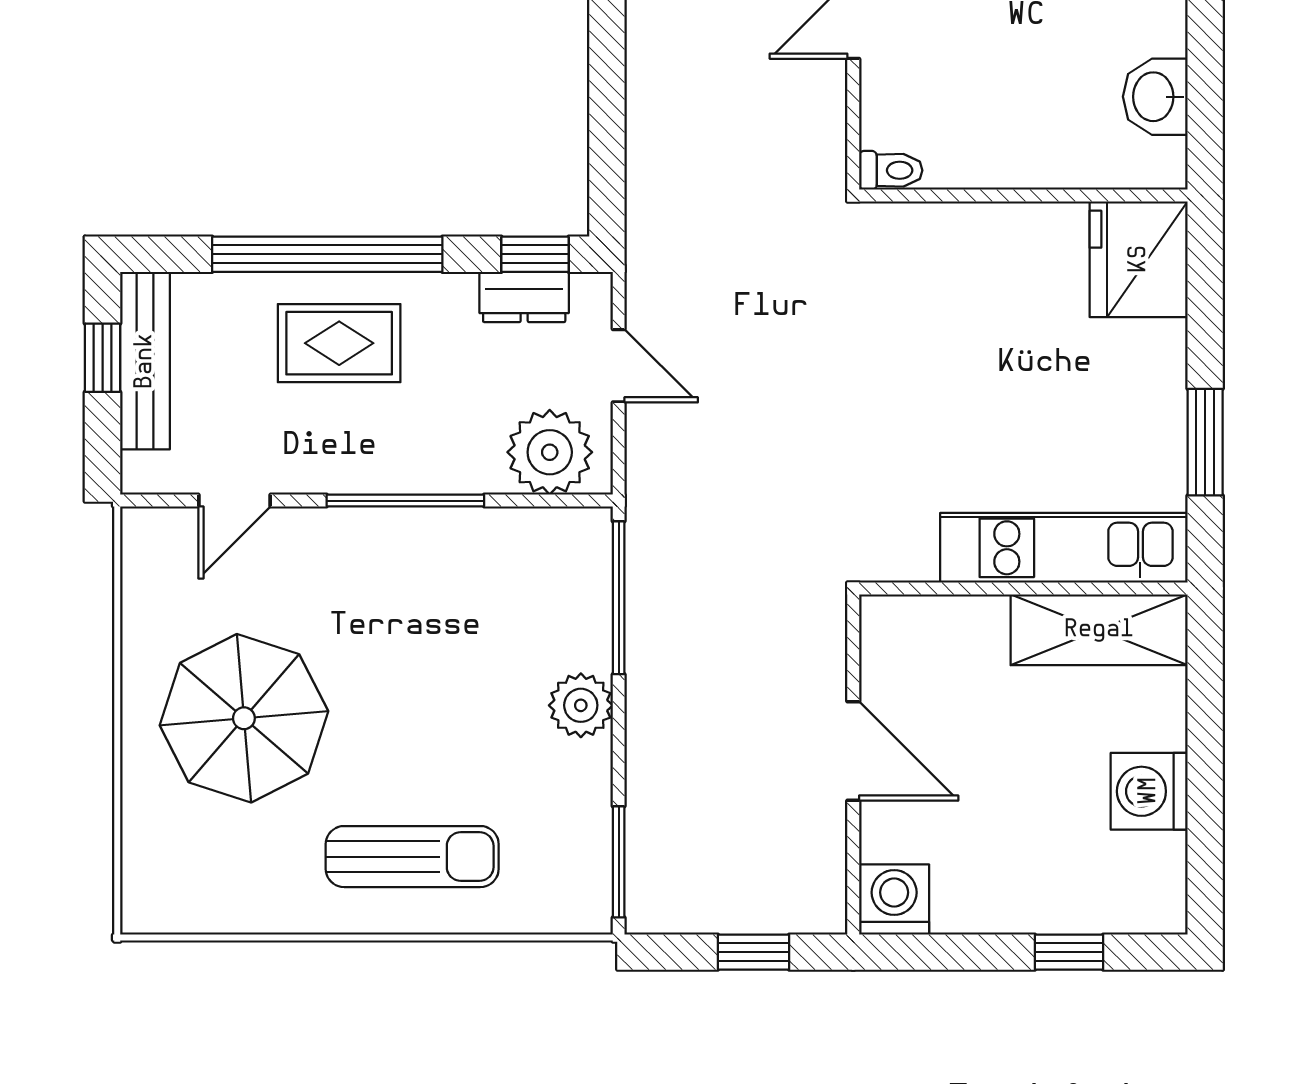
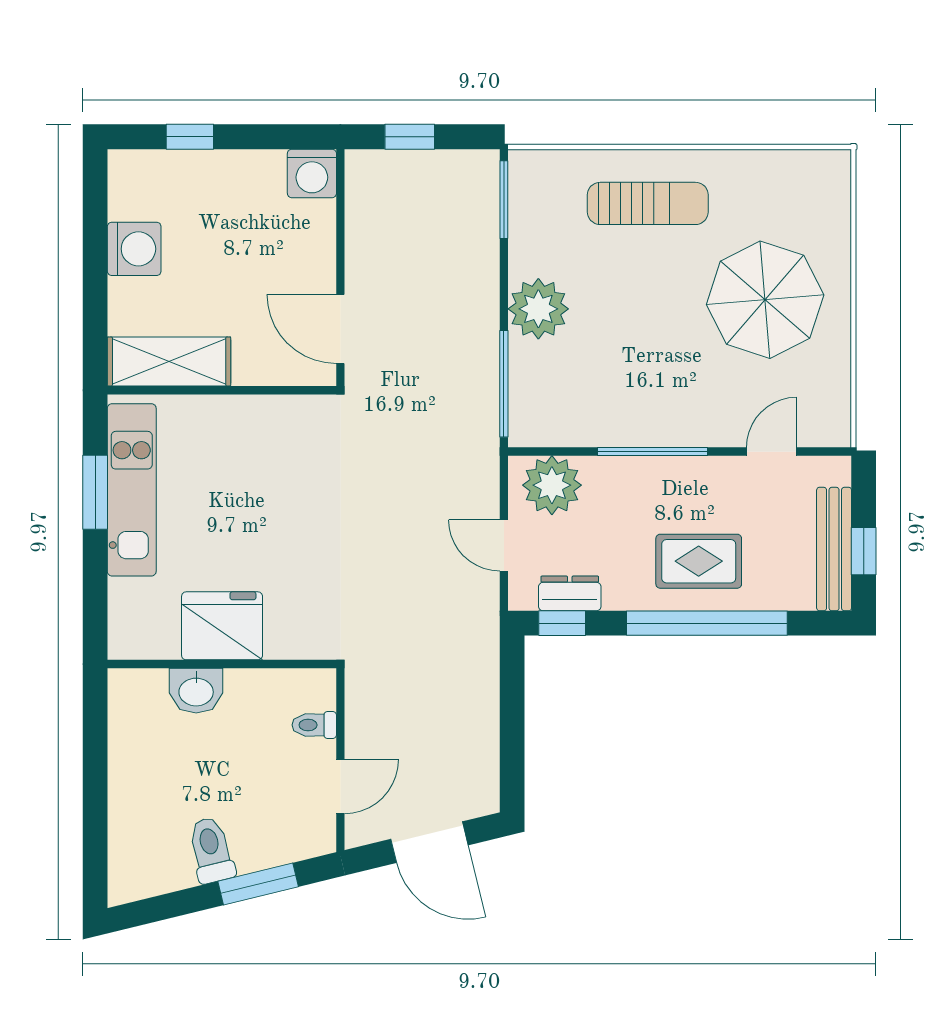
washbasin: (1155, 97) -> (196, 691), moved, turned 90
toilet: (891, 170) -> (314, 725), moved
fridge: (1139, 259) -> (222, 626), moved, turned -90
kitchen unit: (1064, 548) -> (132, 490), moved, turned -90
plant: (581, 705) -> (538, 309), width x1.36, depth x1.36
door: (853, 751) -> (340, 329), moved
sun lounger: (412, 857) -> (648, 203), turned 180

